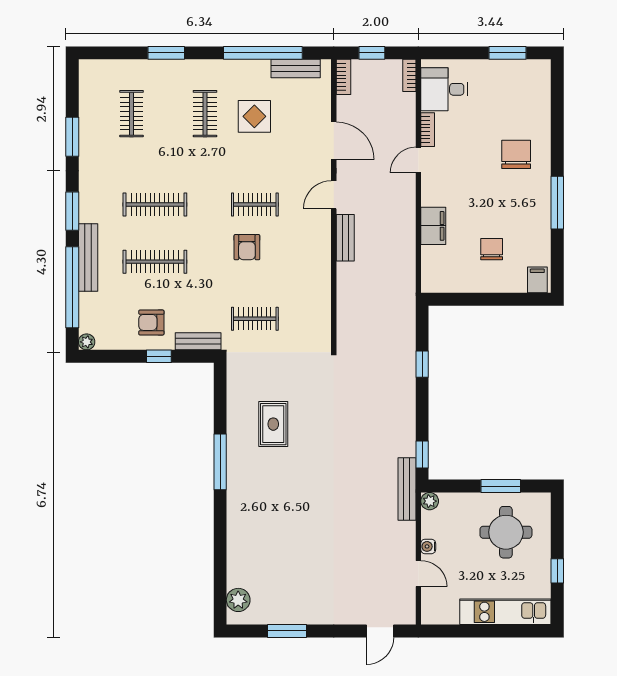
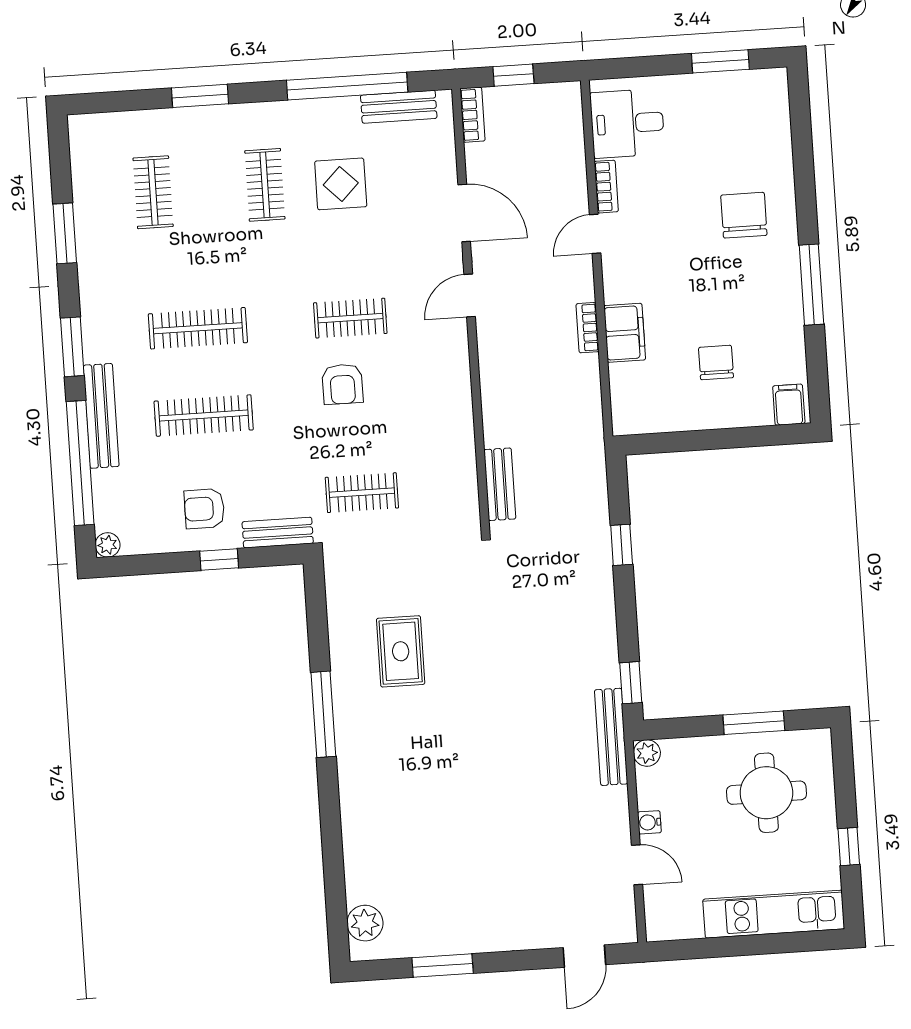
bookcase: (409, 75) -> (587, 328), moved
bench: (345, 238) -> (500, 484), moved

